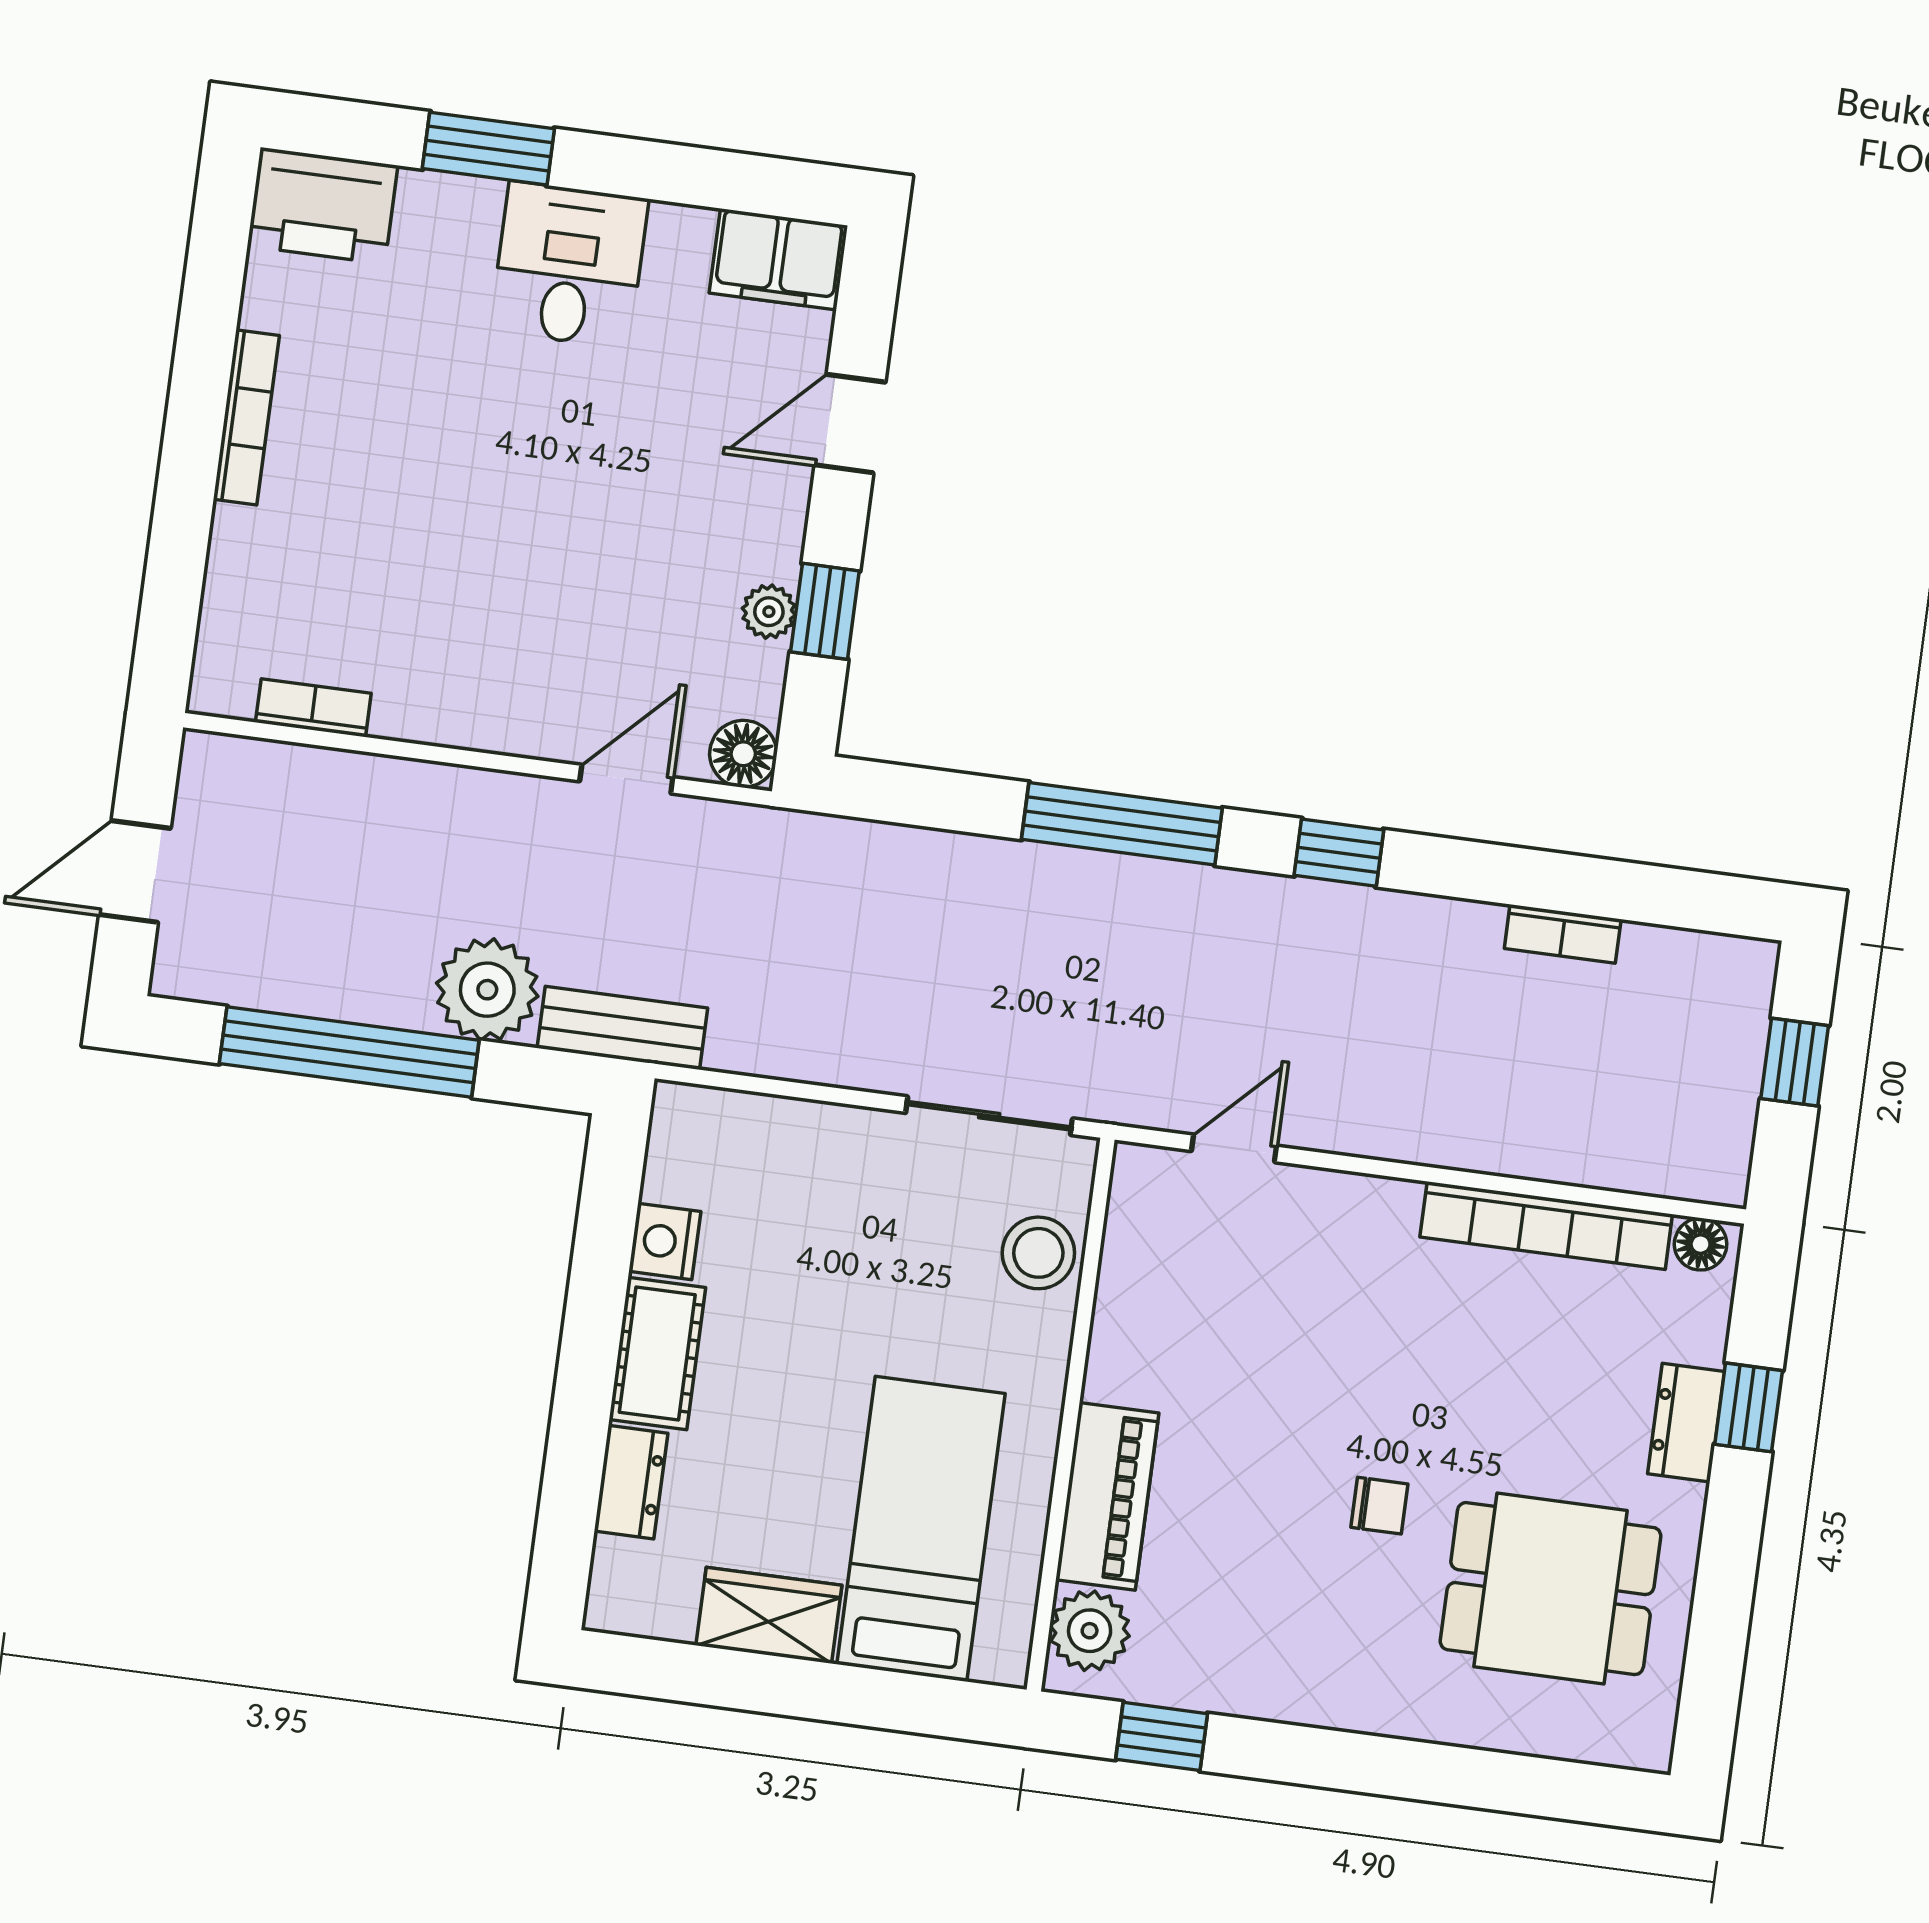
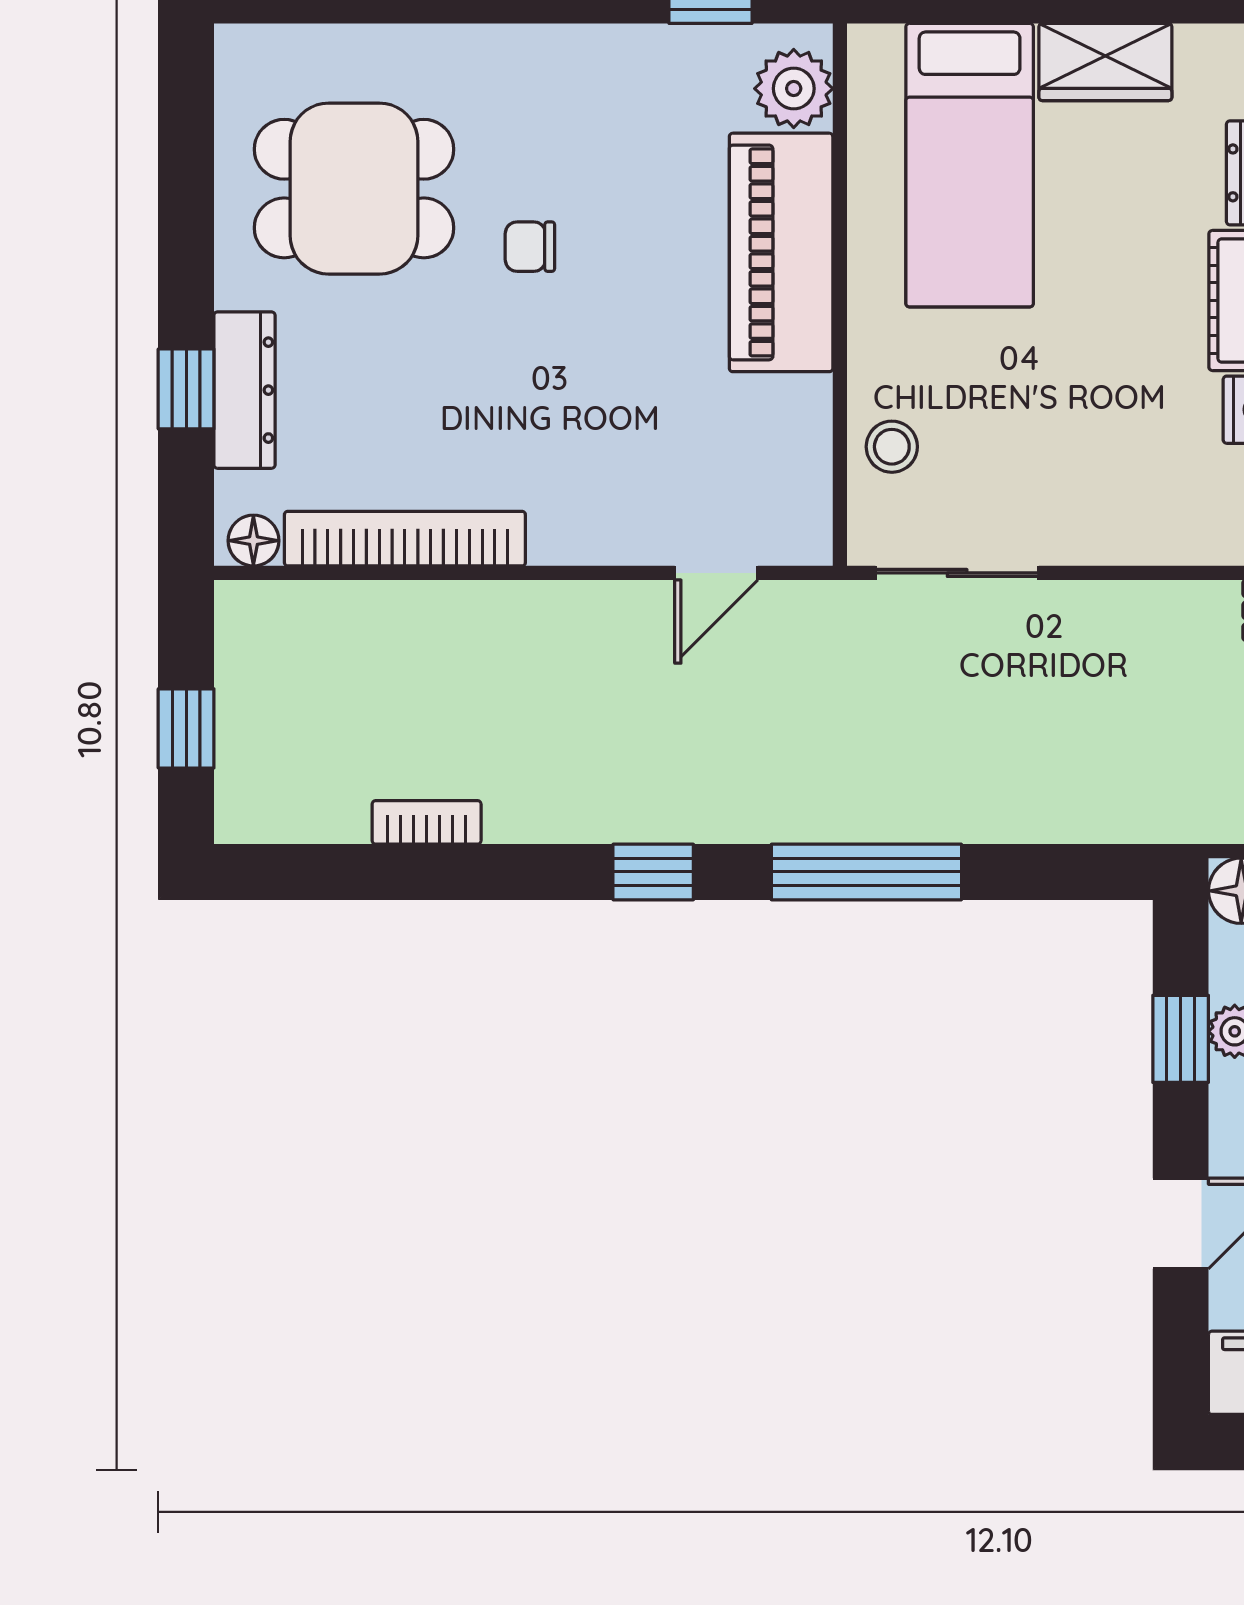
stool: (1038, 1253) -> (892, 447), width x0.73, depth x0.73
dresser: (1686, 1423) -> (244, 390), width x1.44
piano: (1107, 1496) -> (781, 252), width x1.37, depth x1.33

